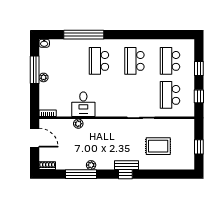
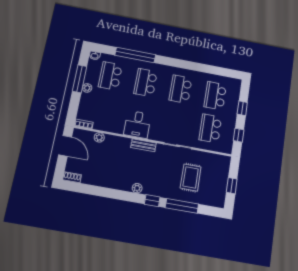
school desk: (63, 61) -> (110, 76), added
desk: (83, 104) -> (137, 124), moved
plant: (78, 124) -> (99, 137), moved
rug: (158, 146) -> (191, 178), turned 90
plant: (91, 165) -> (137, 188), moved
bench: (127, 165) -> (143, 145), moved
window: (81, 174) -> (182, 206), moved

